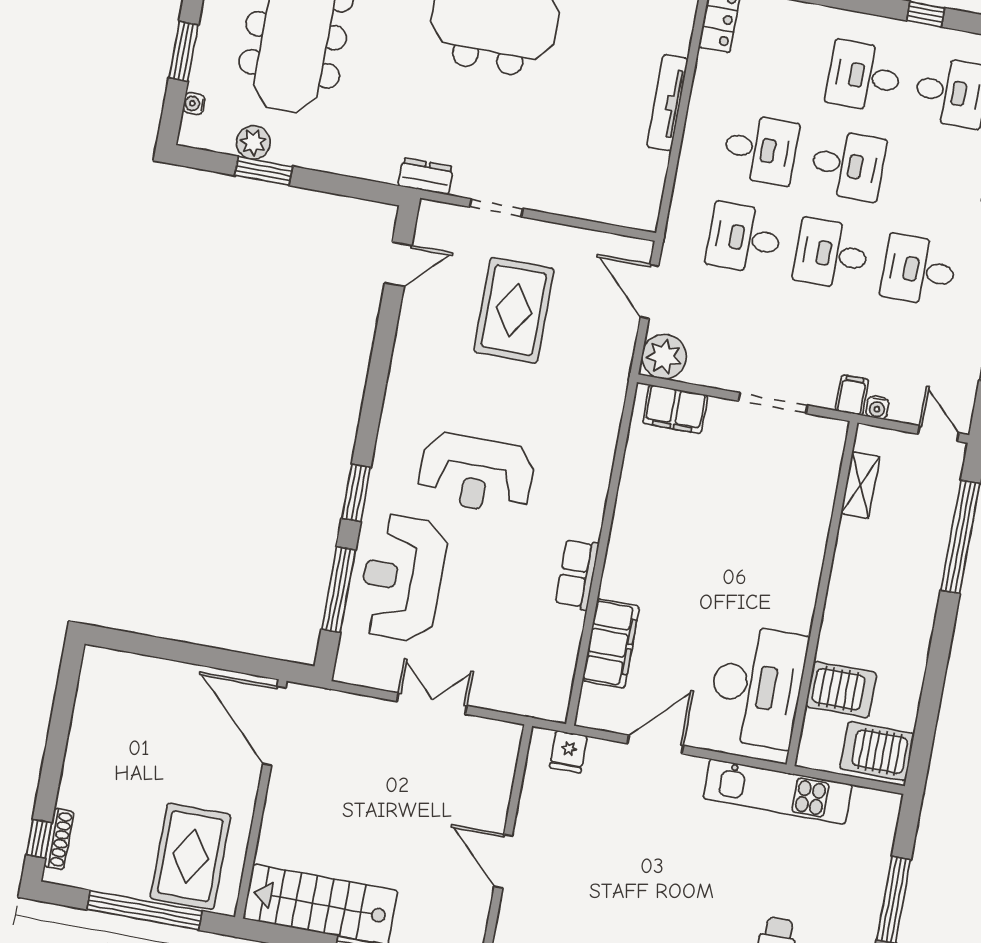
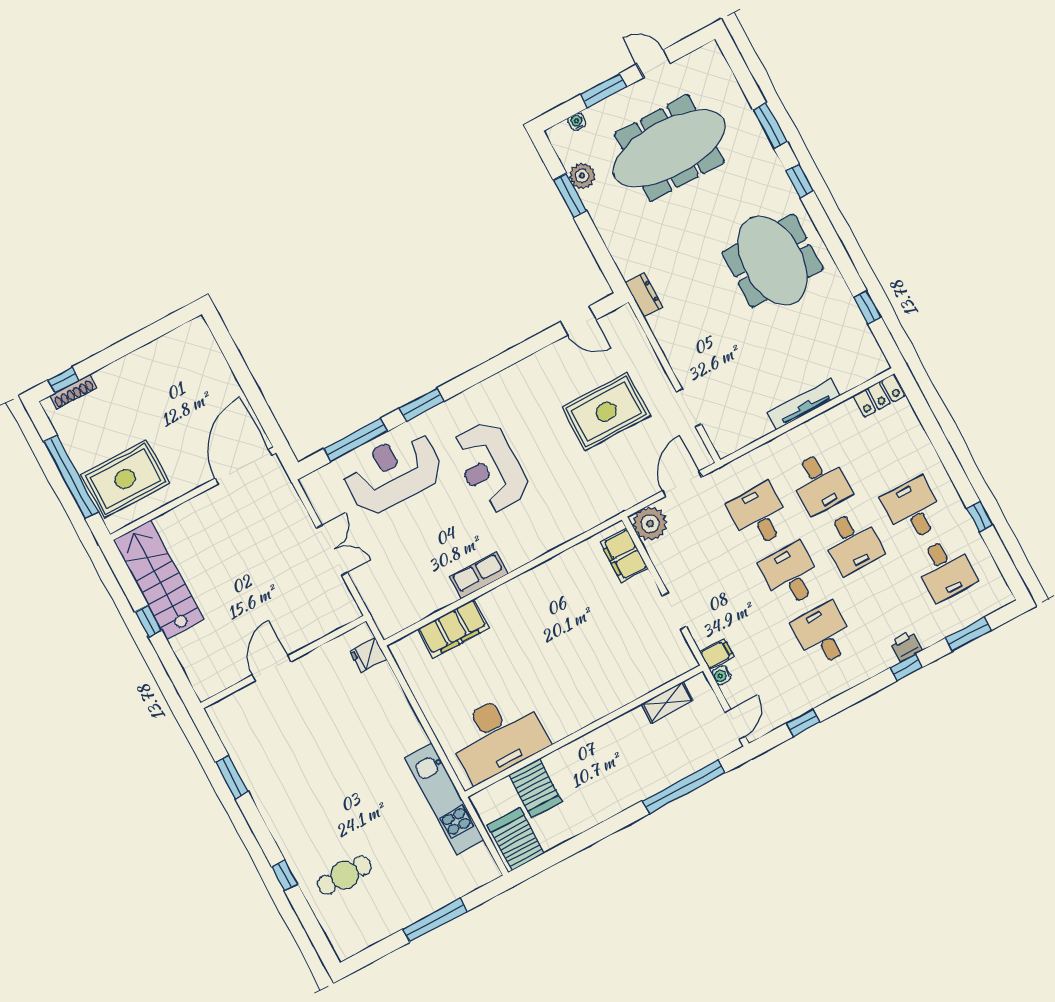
doorway: (496, 208) -> (689, 408), moved
doorway: (773, 403) -> (674, 611), width x0.73
door: (655, 744) -> (414, 703), removed

